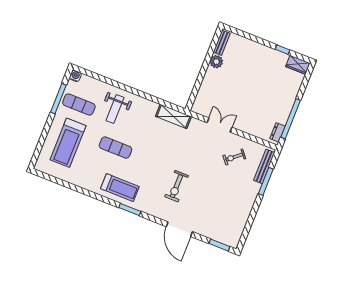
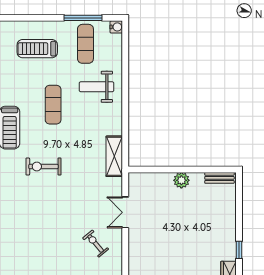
plant: (216, 62) -> (181, 180), moved
double door: (219, 125) -> (125, 212), swing flipped
treadmill: (68, 143) -> (37, 49), width x0.73, depth x0.73
exercise bike: (177, 186) -> (43, 167), moved

